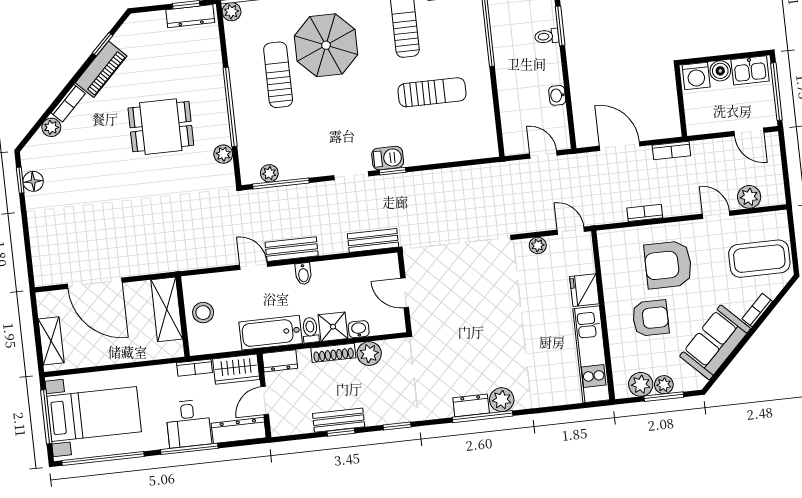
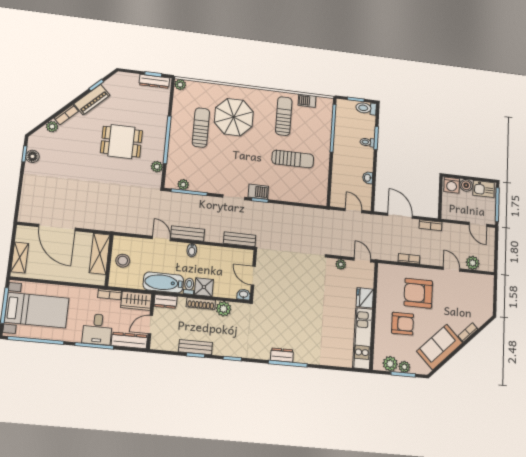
coffee table: (759, 259) -> (474, 301), removed
washbasin: (359, 329) -> (244, 294), moved
plant: (502, 400) -> (302, 355), removed

